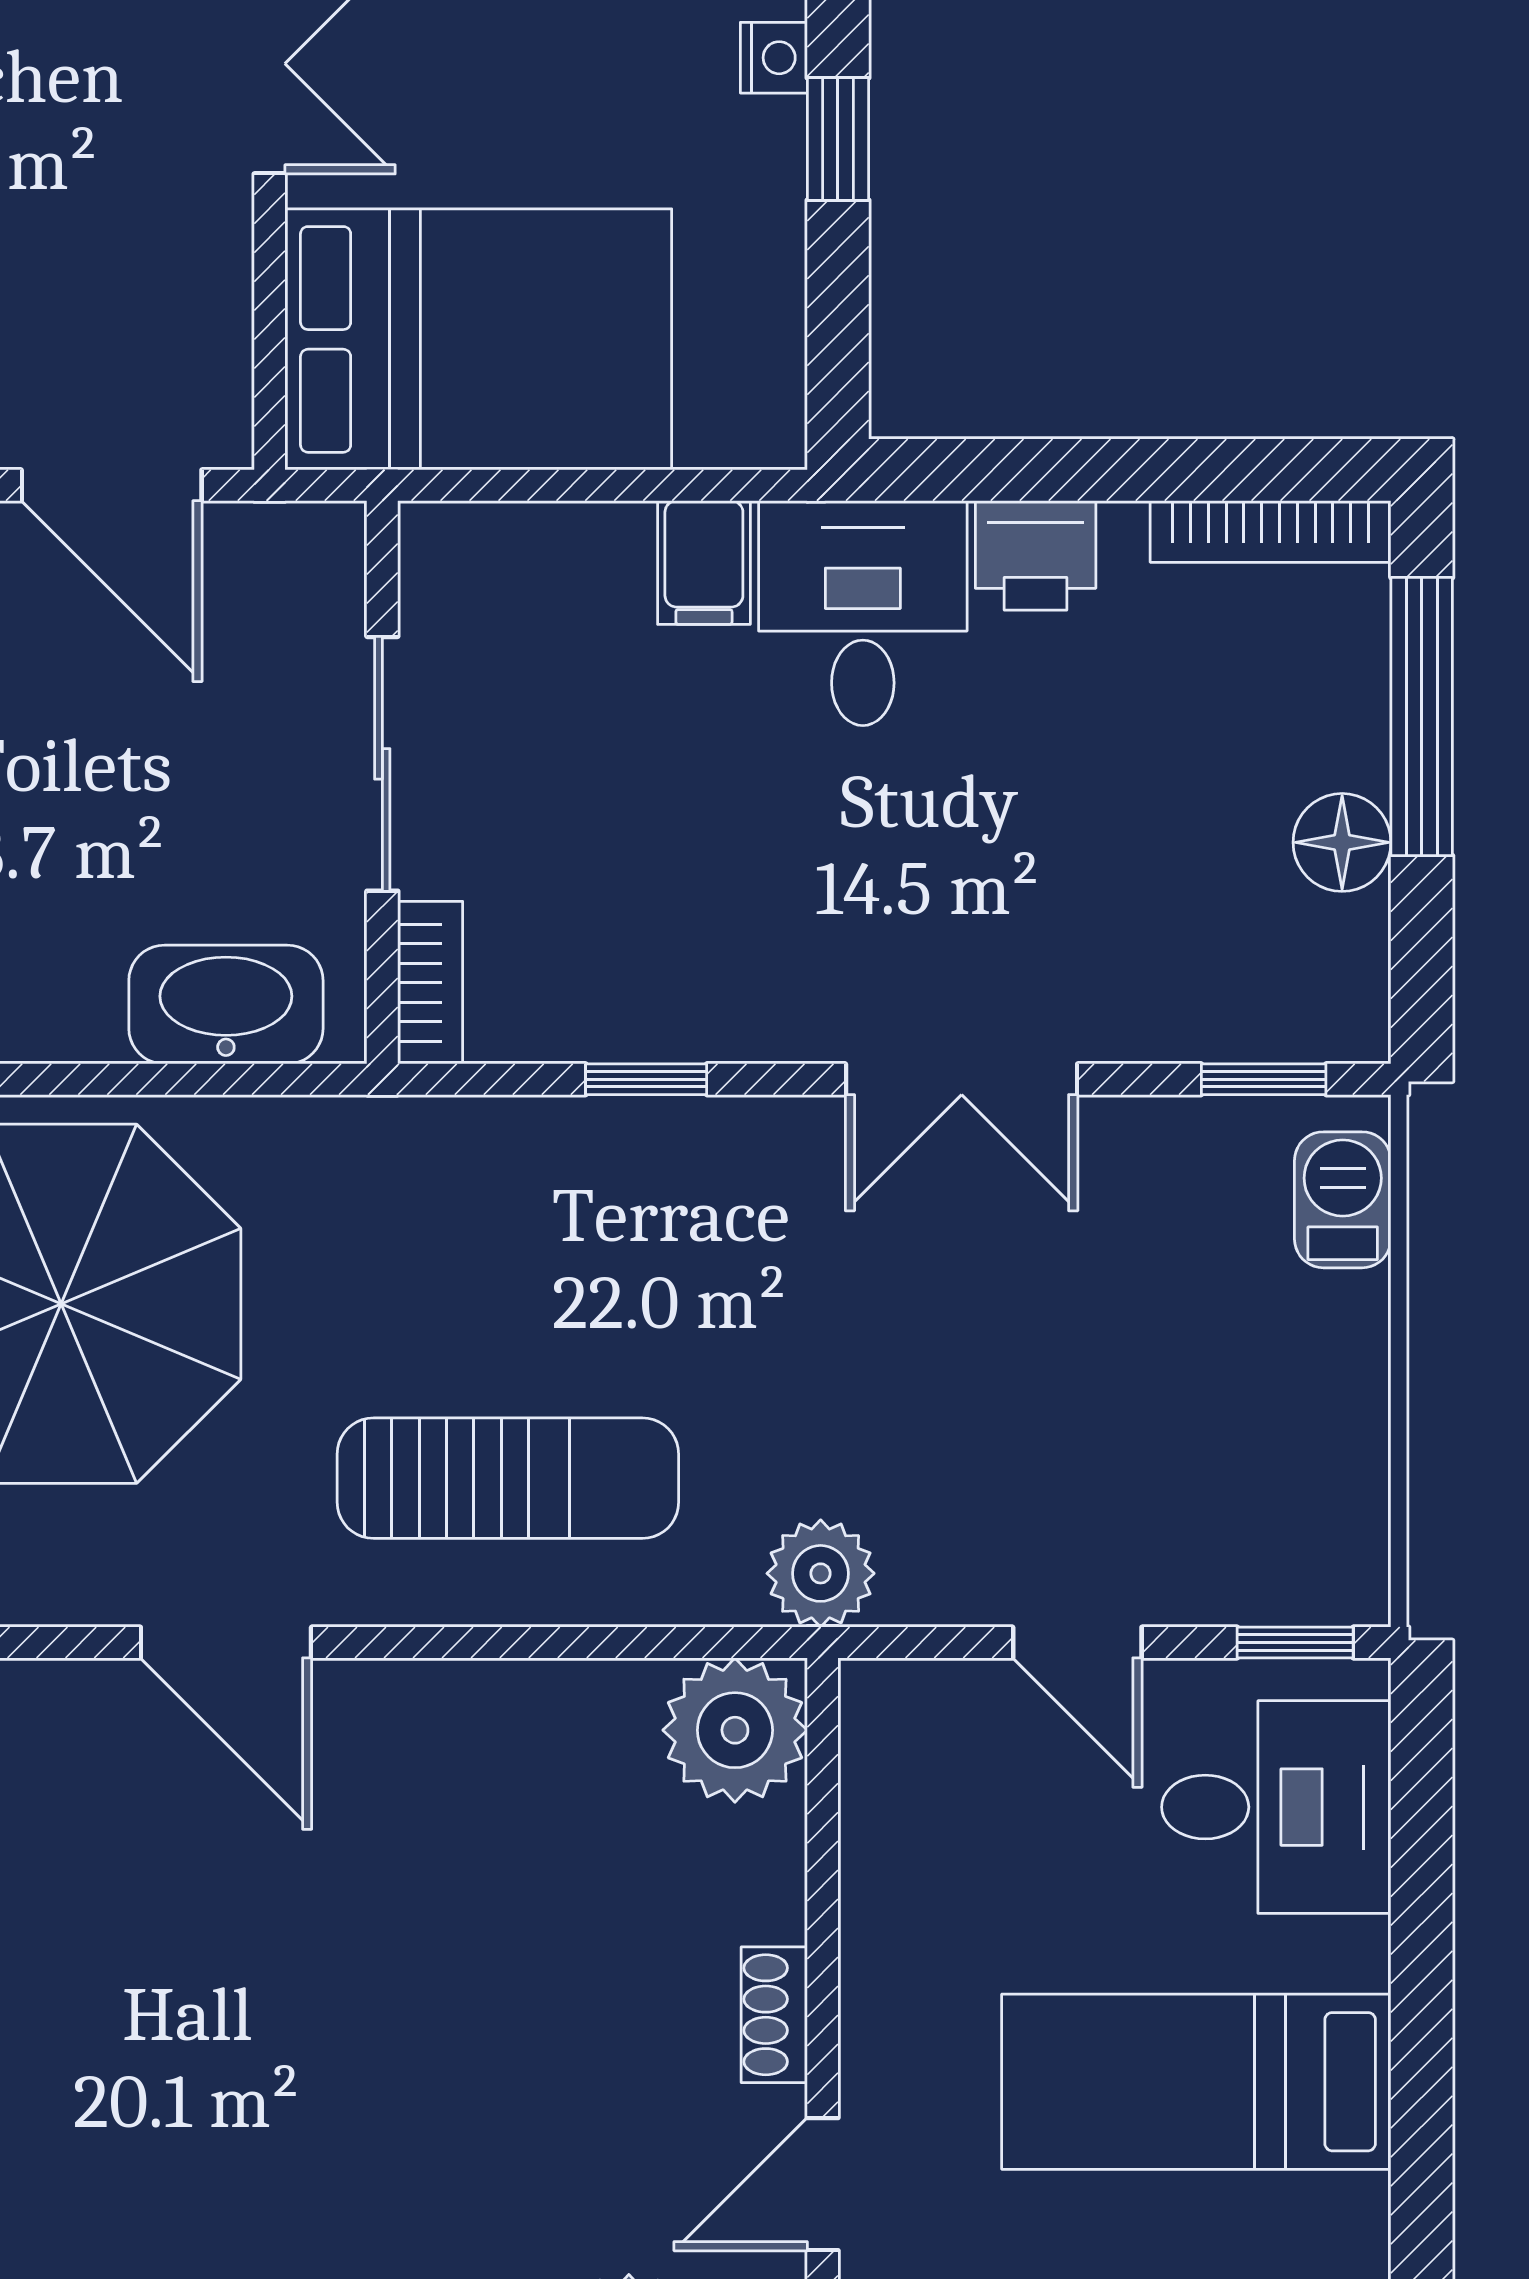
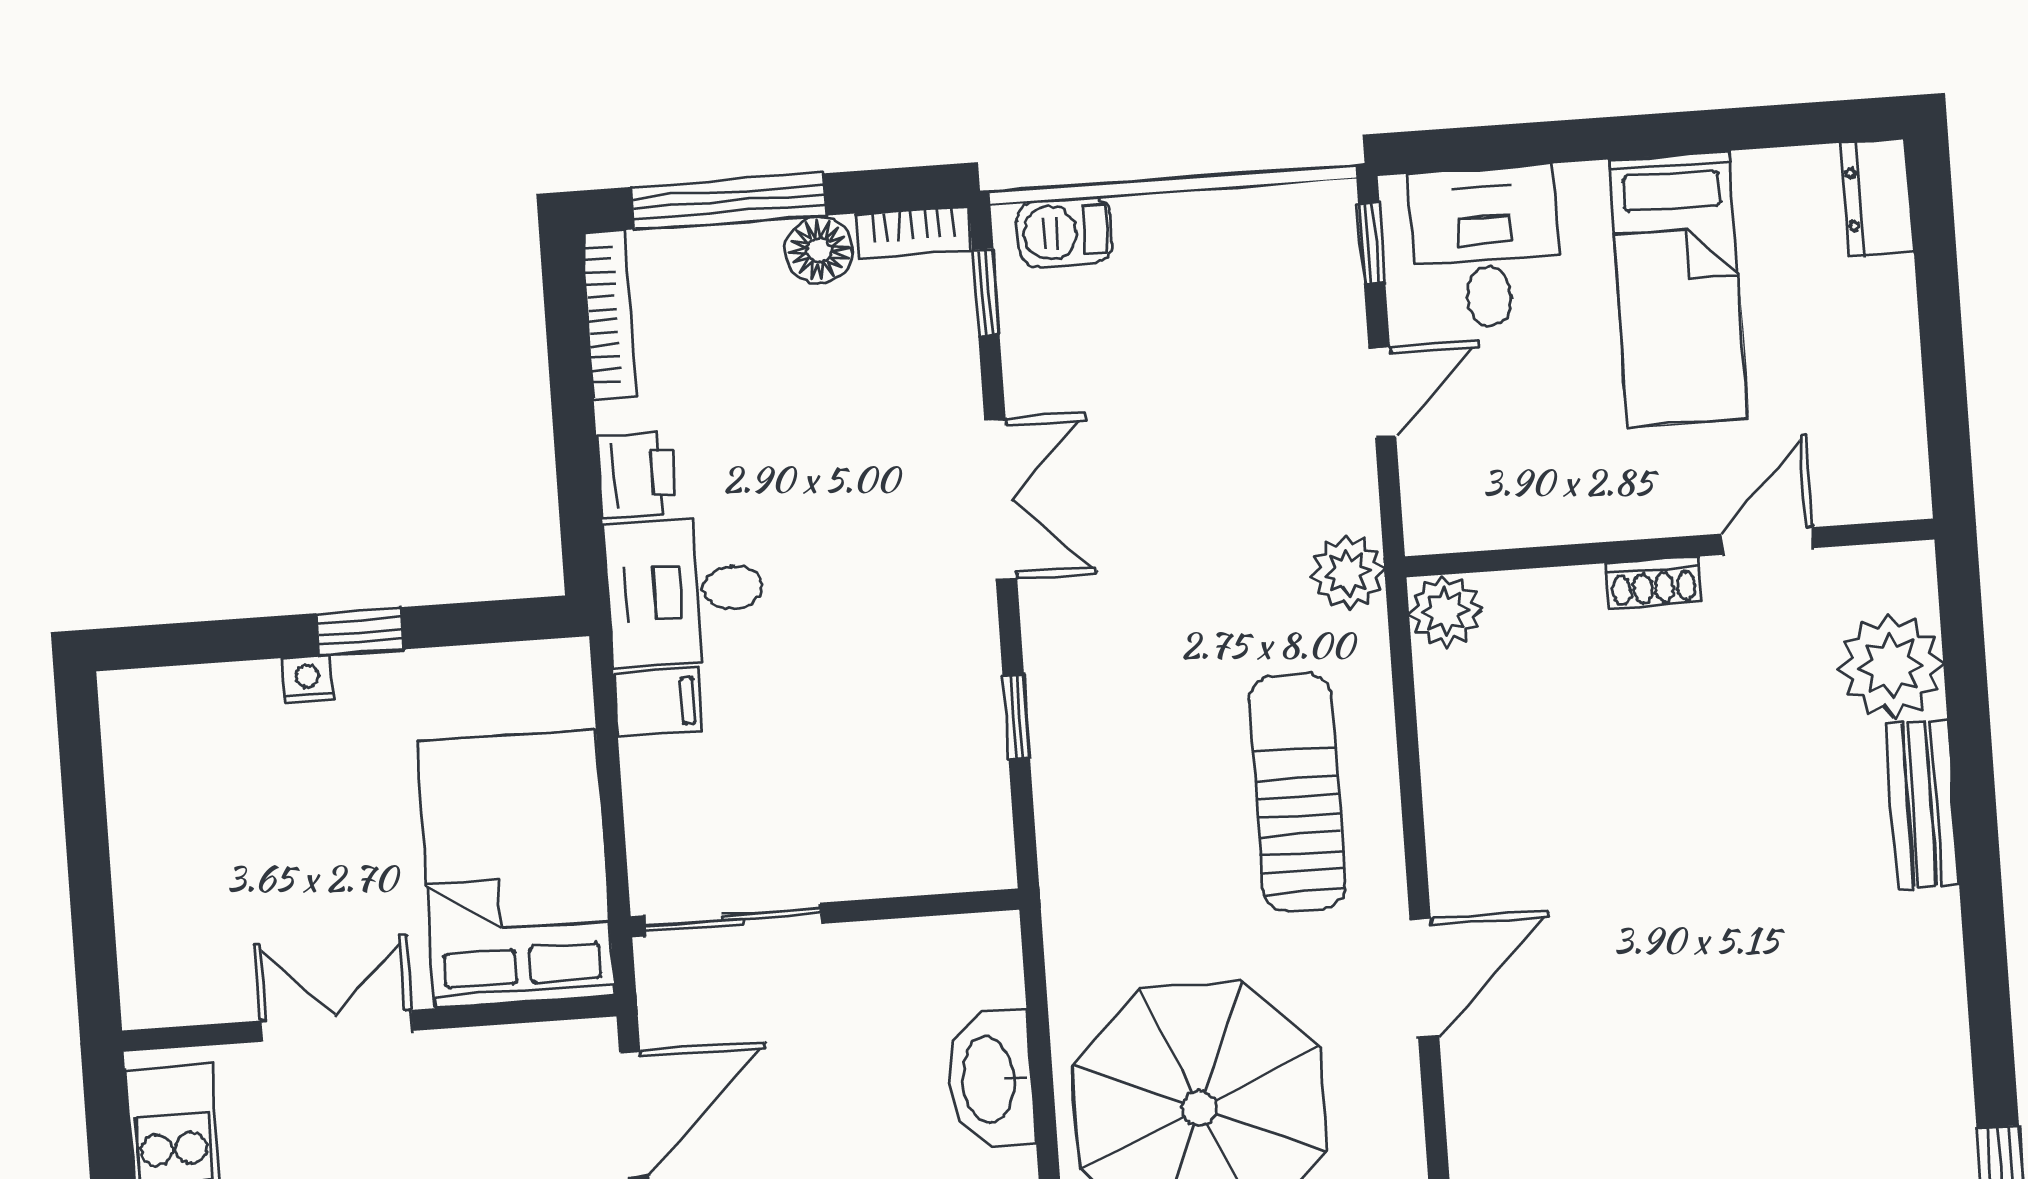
sliding door: (382, 764) -> (733, 920), moved
bookcase: (430, 983) -> (913, 232), moved, turned 180
washbasin: (226, 1005) -> (991, 1079), moved
plant: (735, 1730) -> (1445, 611), width x0.73, depth x0.73
door: (823, 2184) -> (1767, 541), swing flipped

